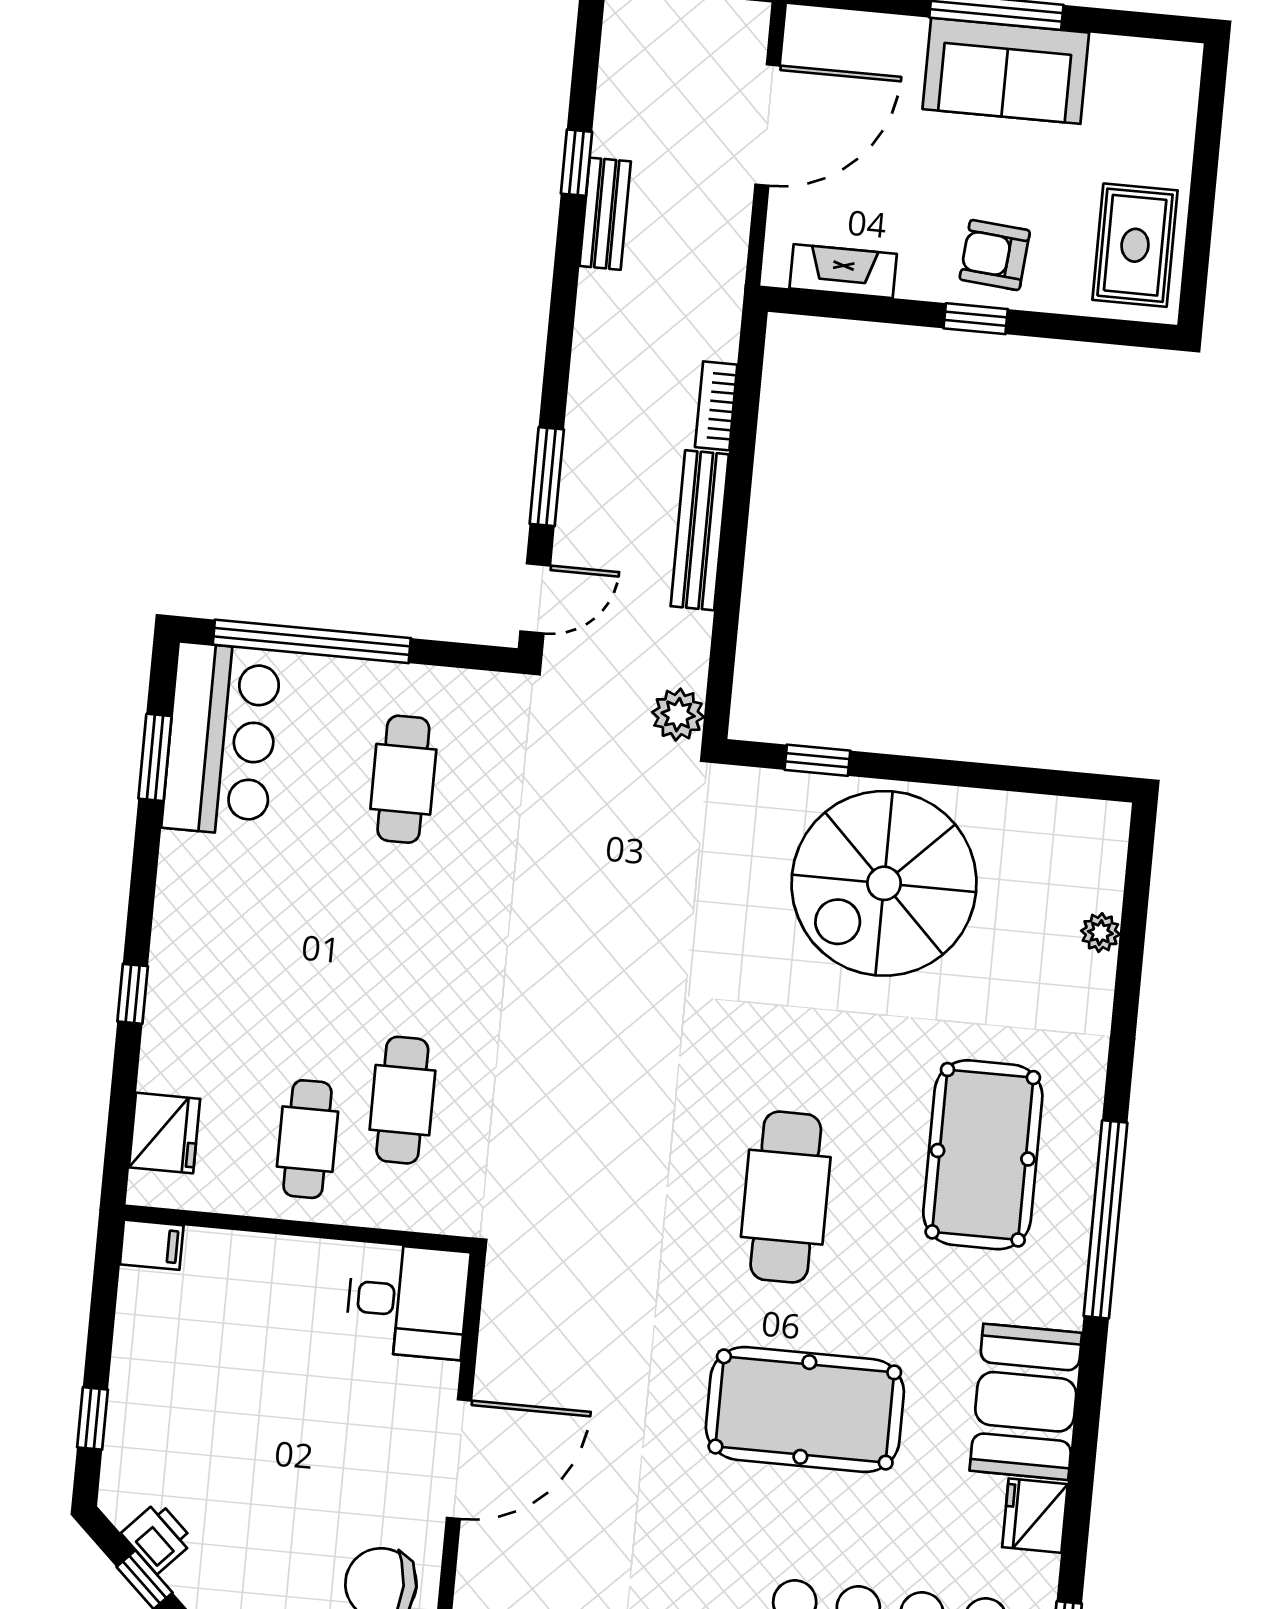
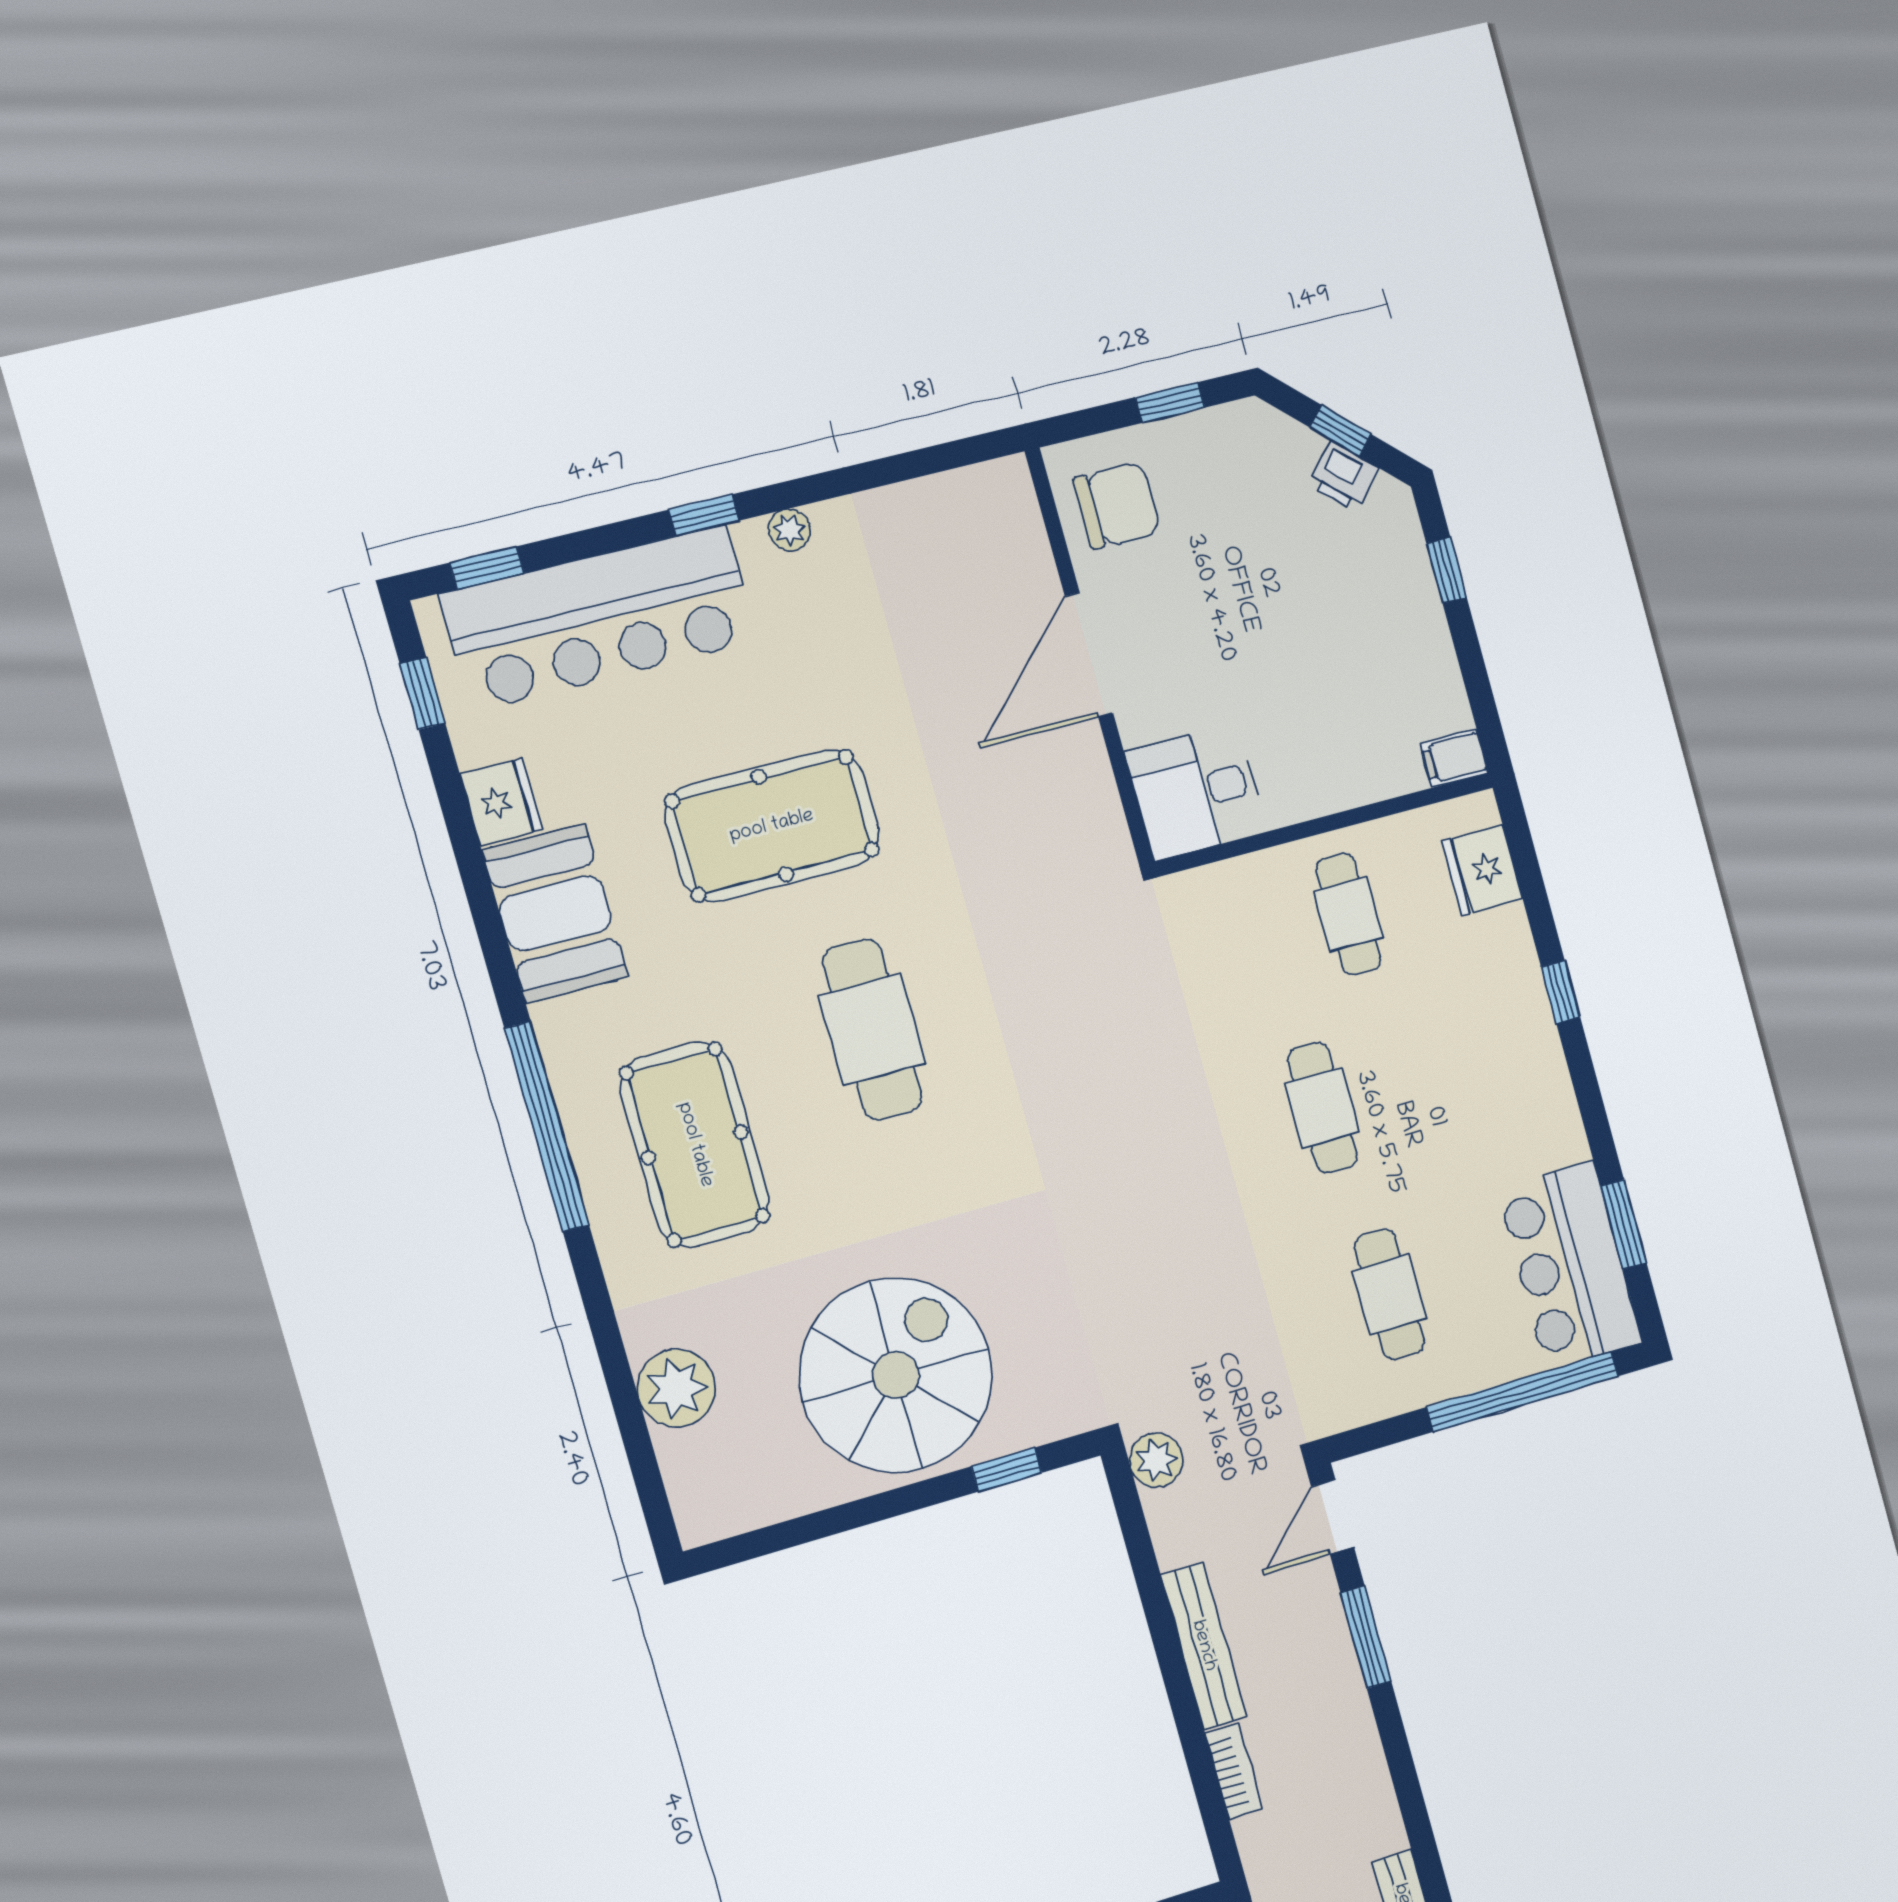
plant: (1100, 933) -> (676, 1388), width x1.88, depth x1.88
cafe table: (402, 1100) -> (1322, 1108), moved

